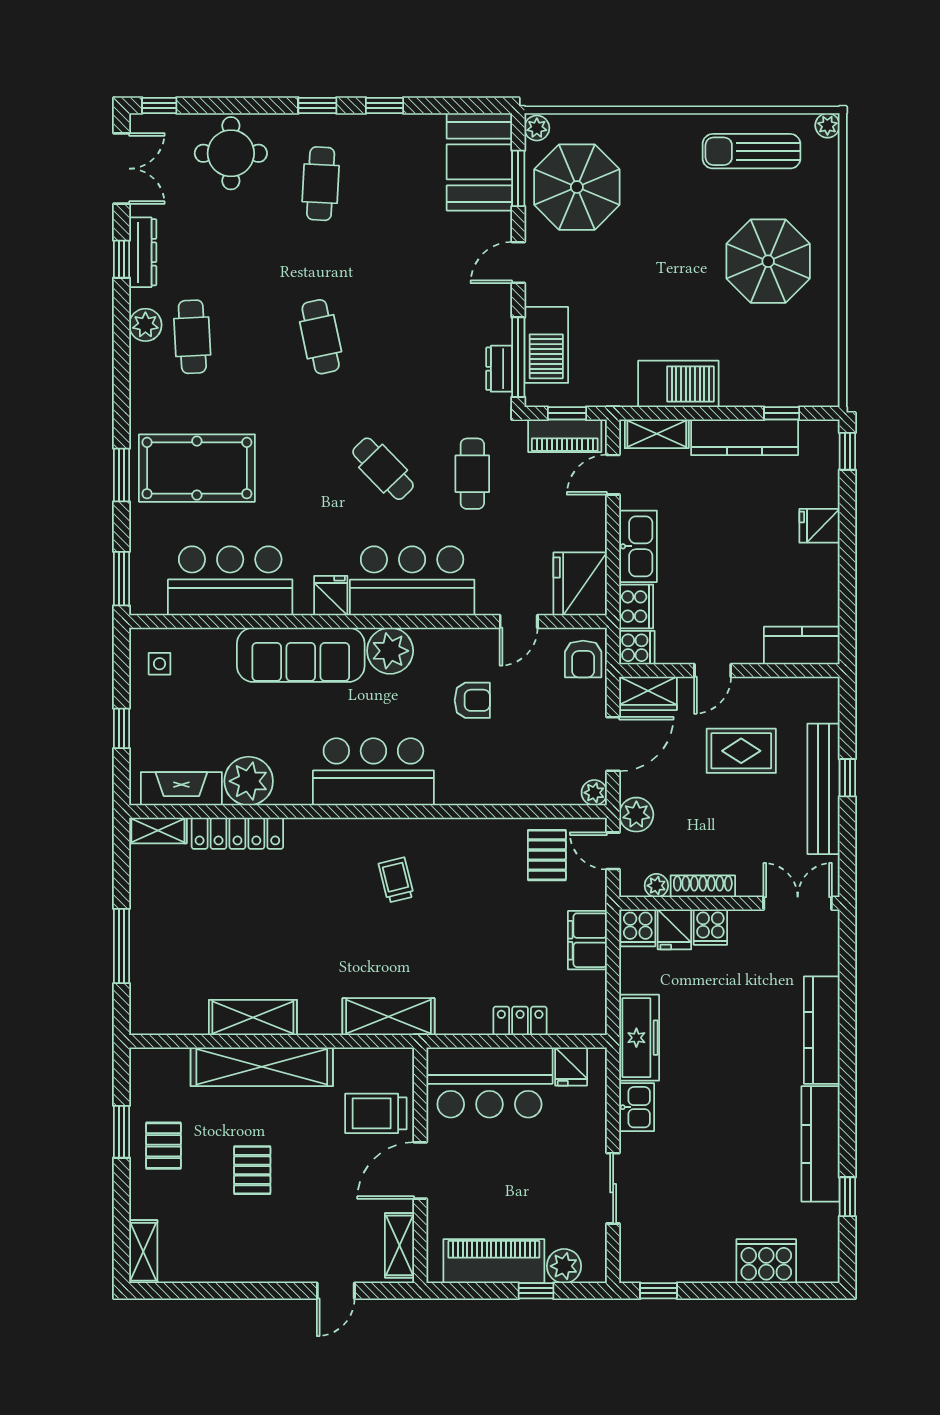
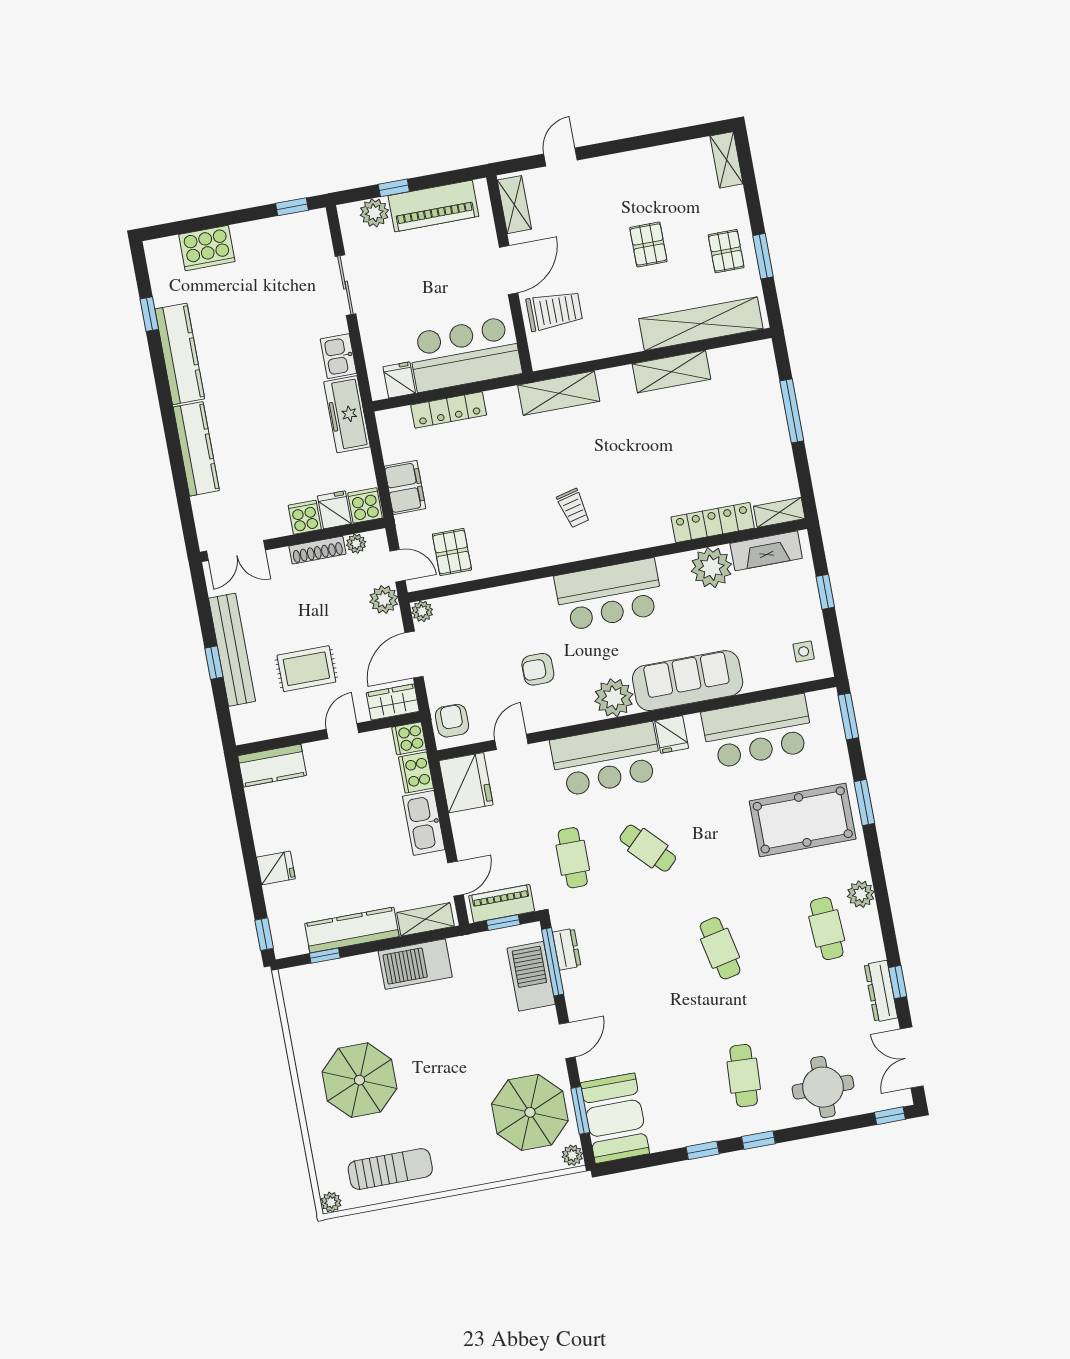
plant: (145, 325) -> (861, 894), moved
locker: (520, 1021) -> (449, 410), width x1.53
shelving: (262, 1067) -> (701, 324), moved

